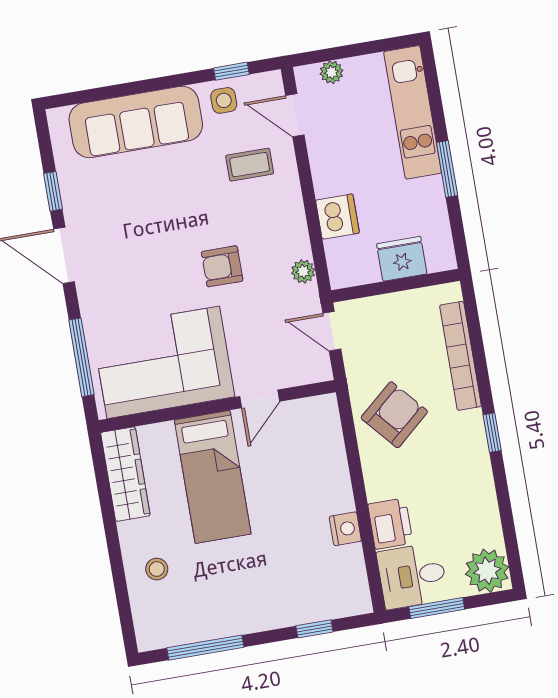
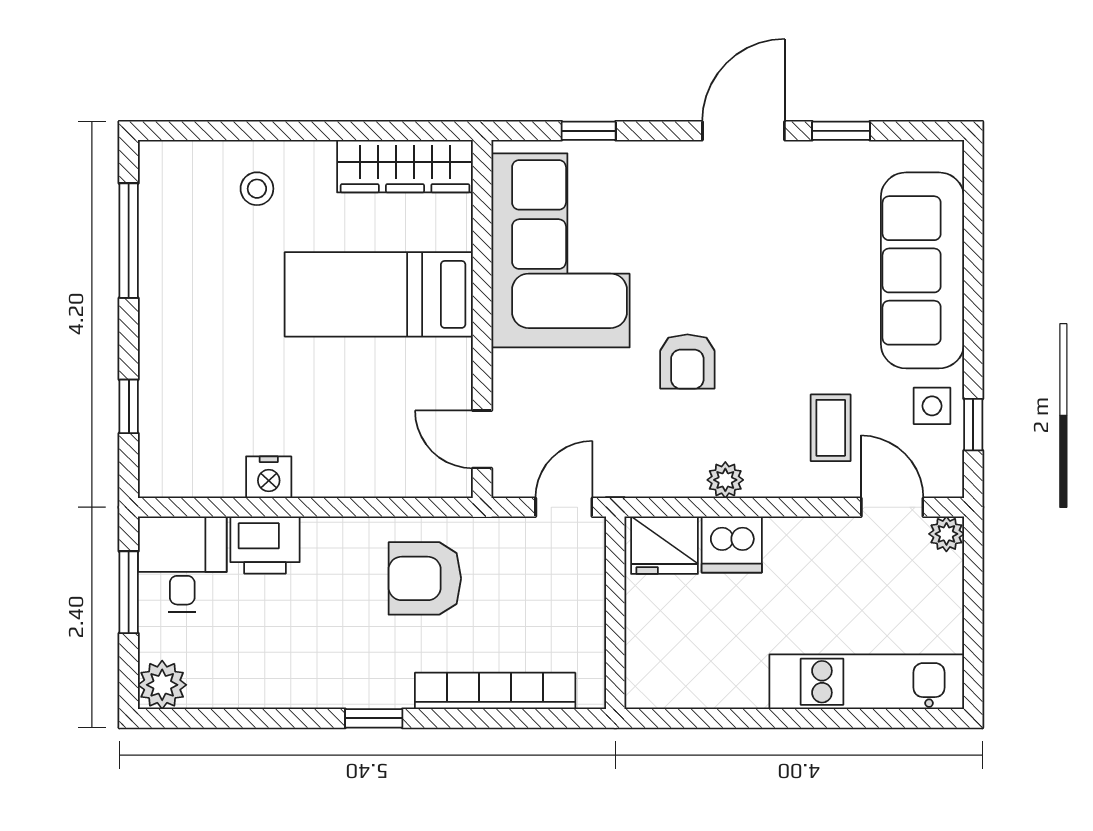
plant: (331, 72) -> (946, 534), moved
door: (295, 115) -> (892, 507), hinge flipped
window: (447, 169) -> (774, 718), removed
fridge: (402, 259) -> (665, 545), moved, turned 90
armchair: (222, 266) -> (687, 362), turned 180
plant: (303, 271) -> (725, 480), moved
window: (81, 357) -> (589, 131), width x0.46
door: (260, 399) -> (482, 439), moved
armchair: (394, 415) -> (425, 578), turned 131
plant: (487, 571) -> (162, 685), width x0.73, depth x0.73

